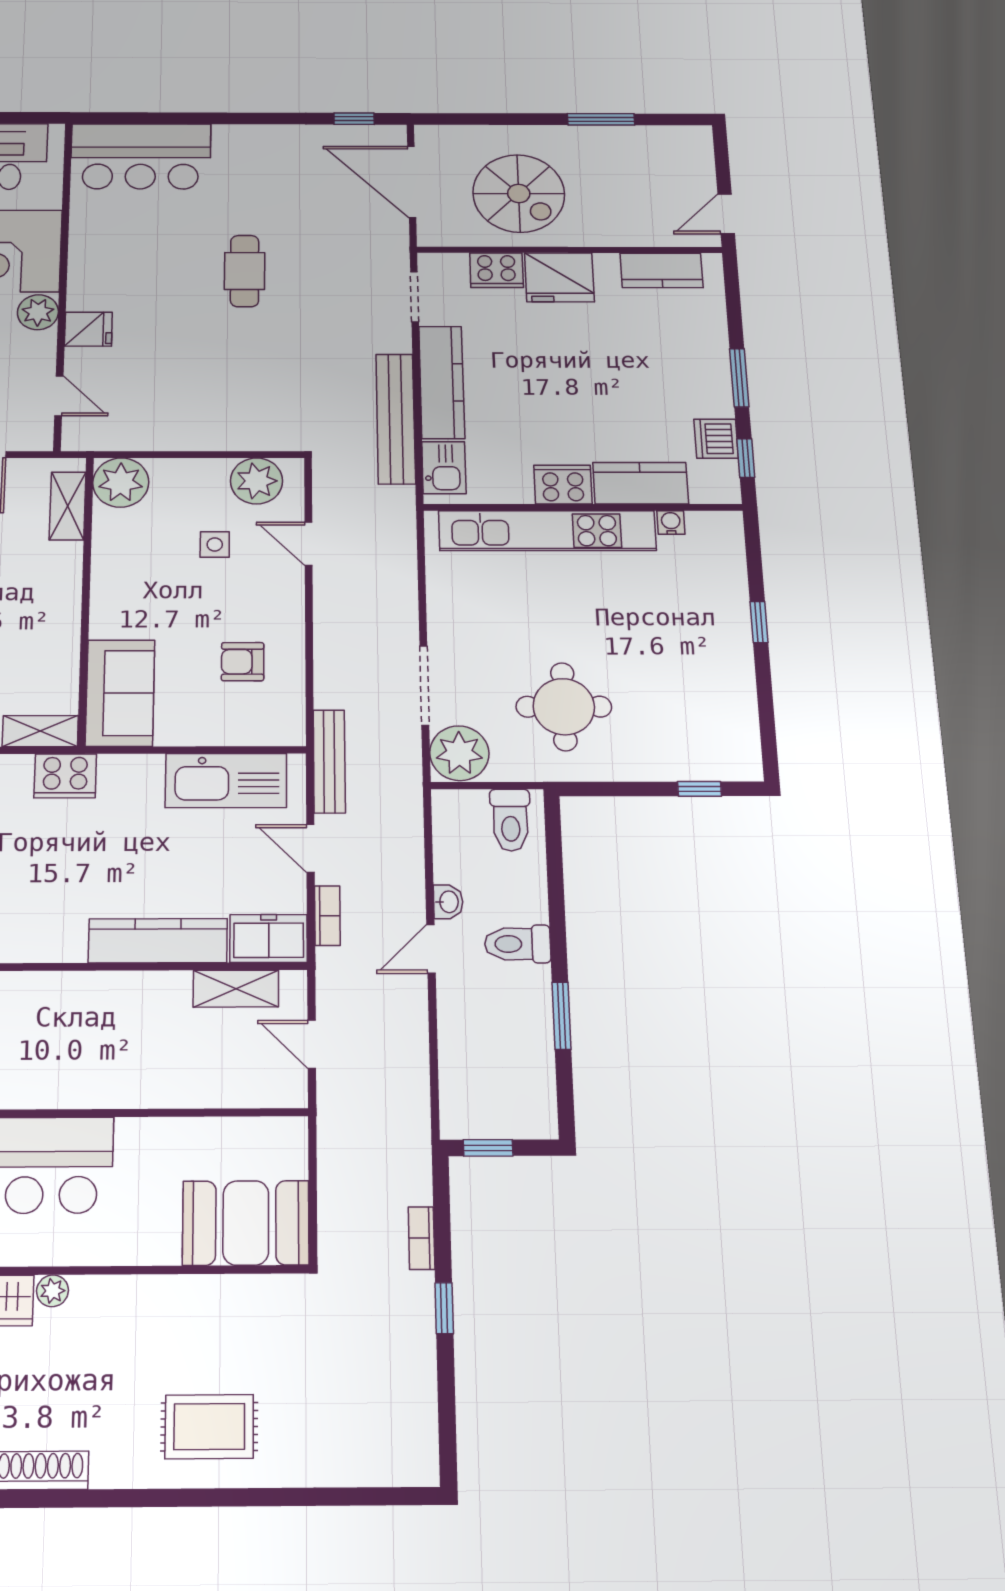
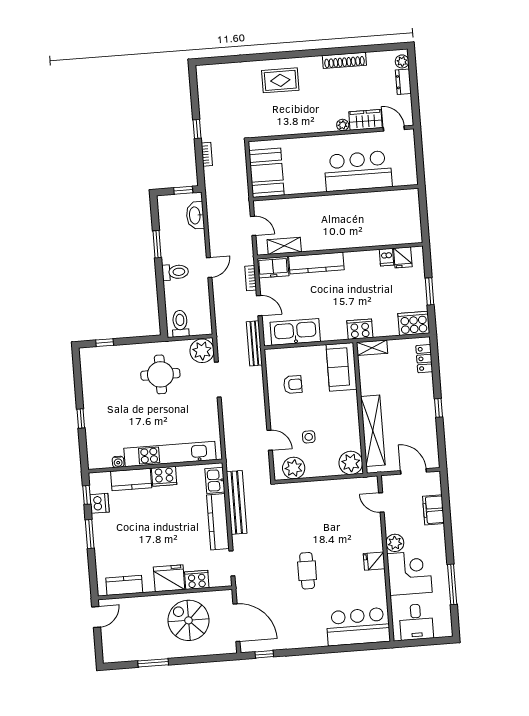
fridge: (88, 329) -> (374, 561), moved
shelving: (68, 506) -> (373, 431), width x2.20, depth x1.33
washbasin: (448, 902) -> (195, 215), moved, width x1.91, depth x1.45
booth: (246, 1223) -> (267, 173), moved, turned 90

